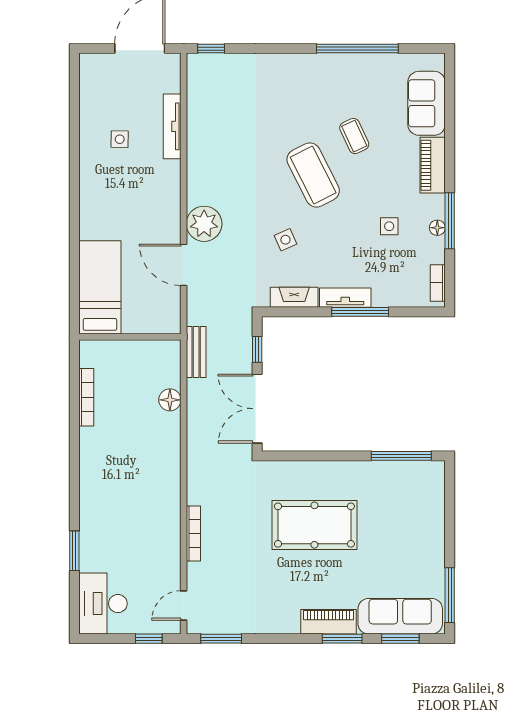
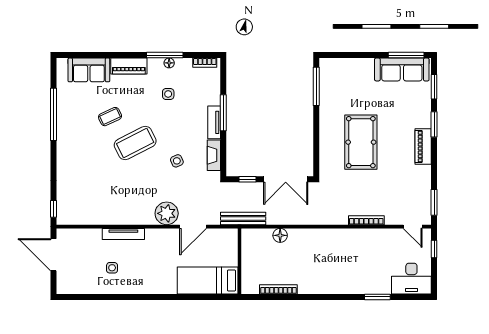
tv unit: (172, 126) -> (123, 234), moved
bench: (196, 352) -> (243, 218), width x1.36
sofa: (400, 616) -> (402, 69), moved, turned -90
piano: (329, 622) -> (423, 147), moved

